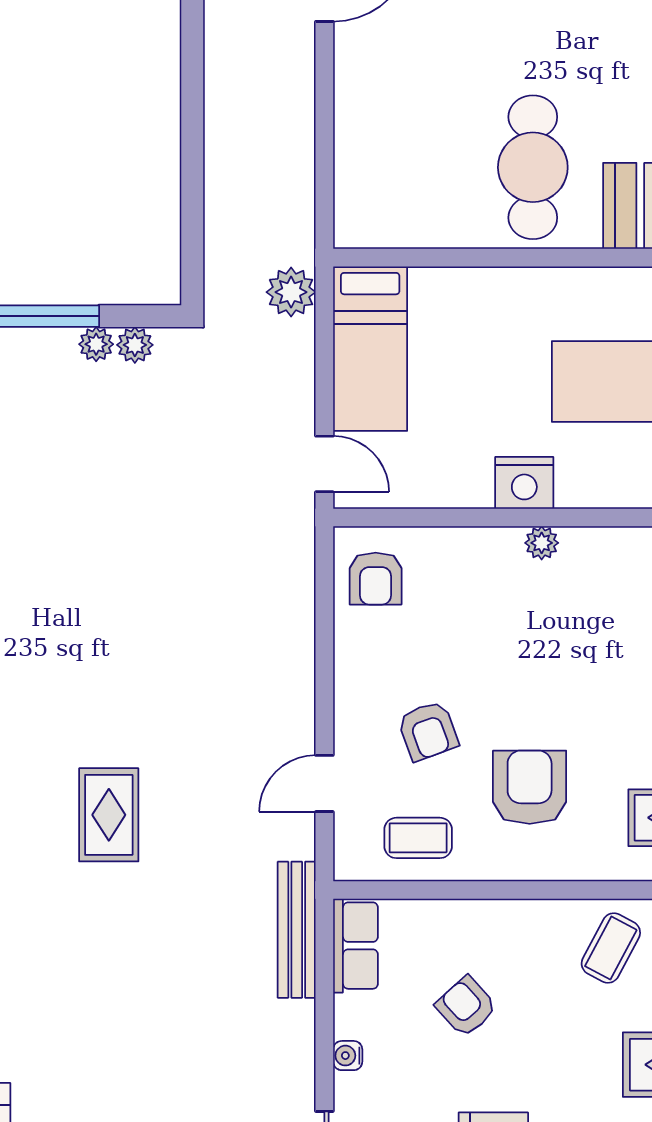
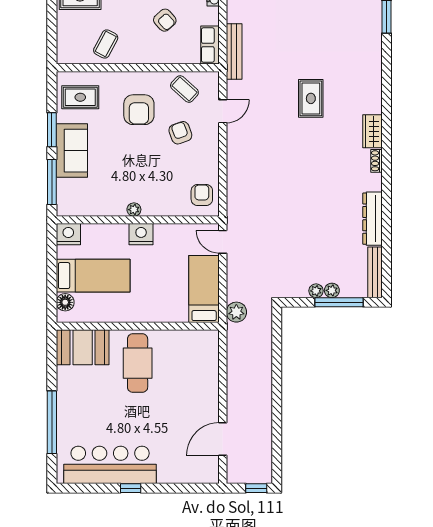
plant: (135, 345) -> (332, 290), moved
coffee table: (418, 838) -> (184, 89), turned 42

